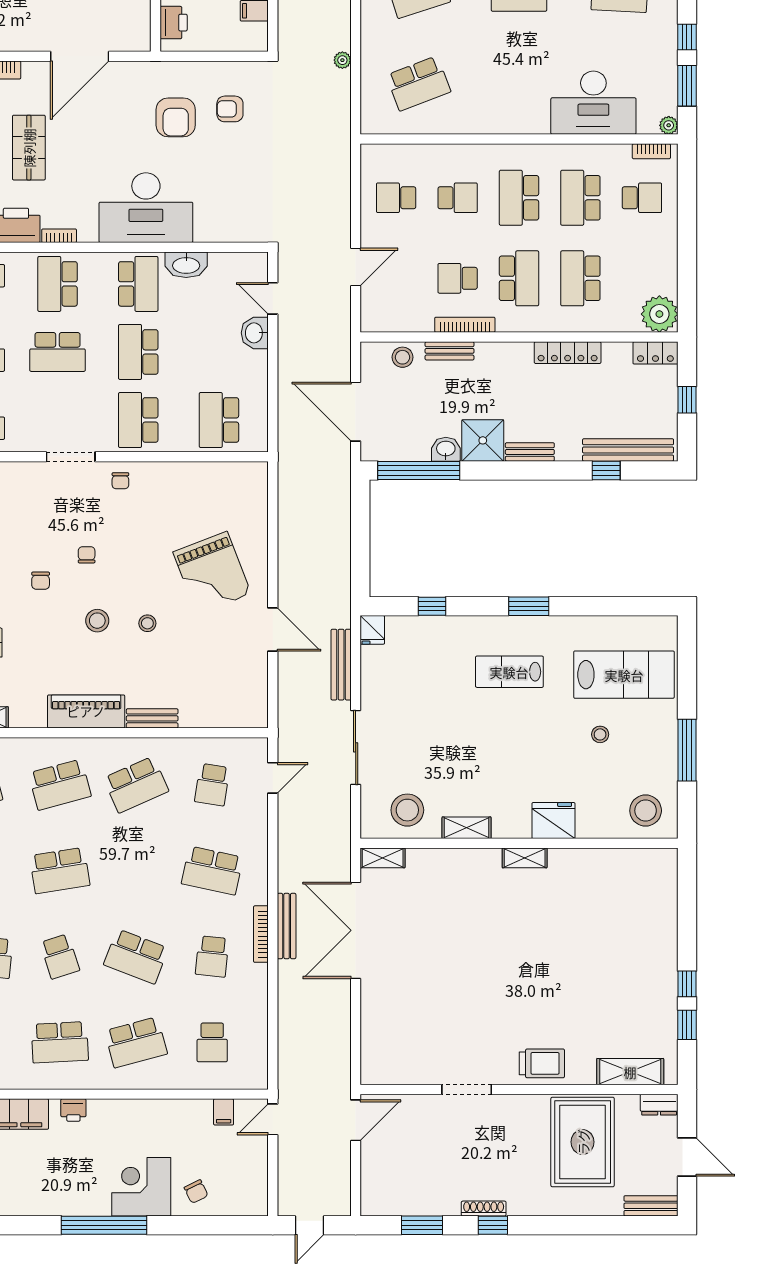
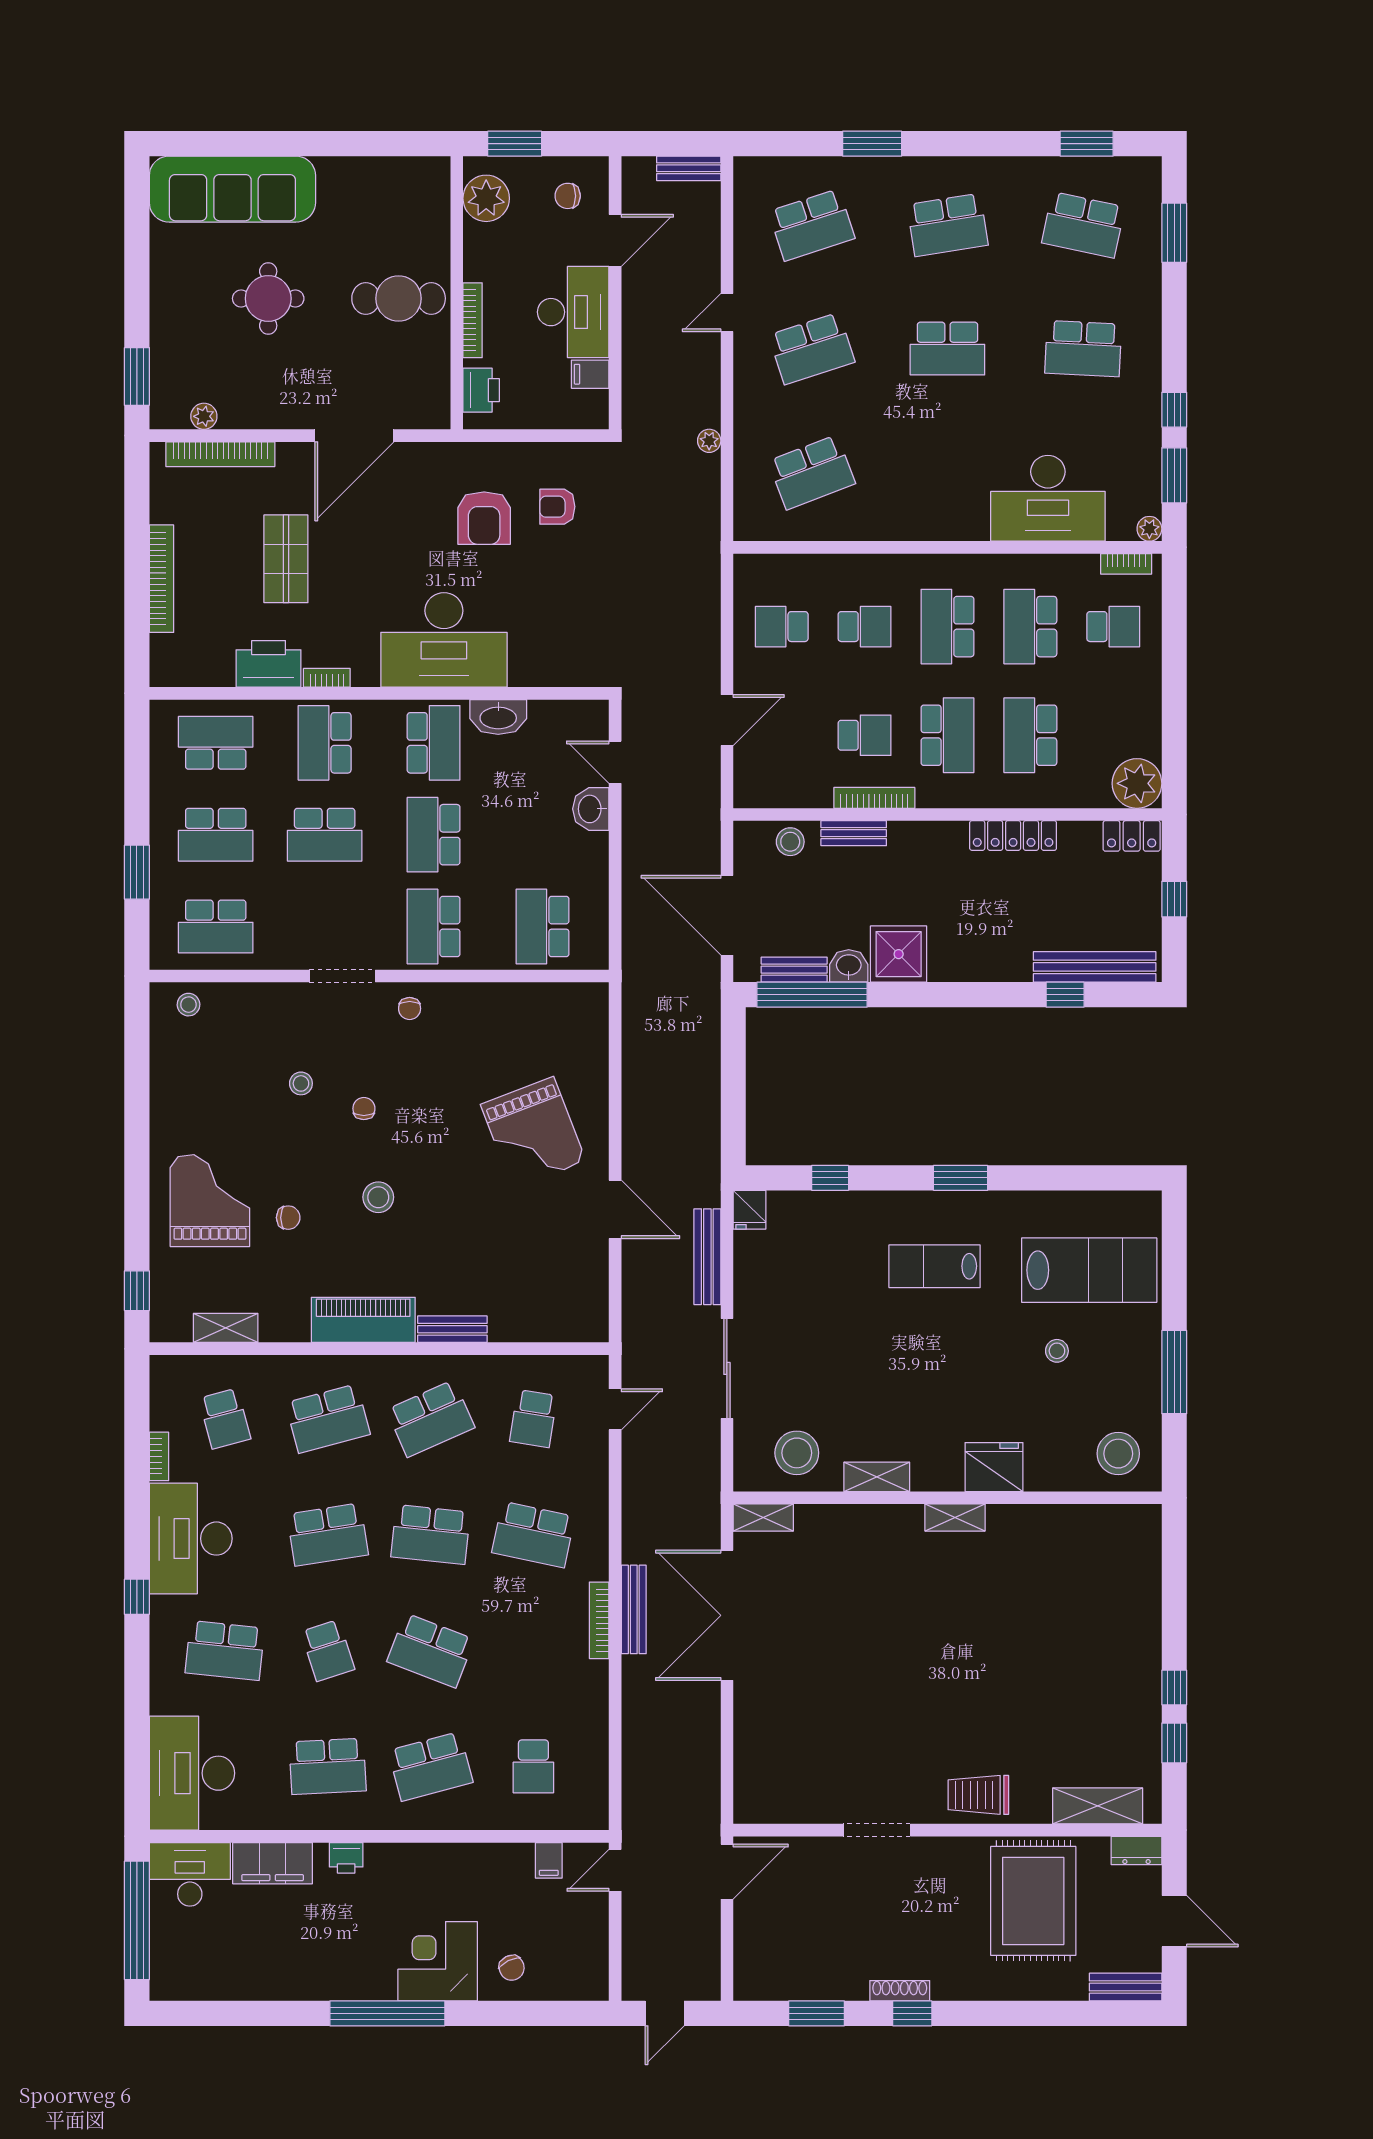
school desk: (458, 278) -> (865, 735), turned 180
bench: (530, 452) -> (794, 970), moved
chair: (41, 581) -> (288, 1218), moved, turned -90
stool: (147, 623) -> (301, 1083), moved
school desk: (212, 956) -> (431, 1535), moved, width x1.85
trolley: (542, 1063) -> (978, 1795), turned 180

